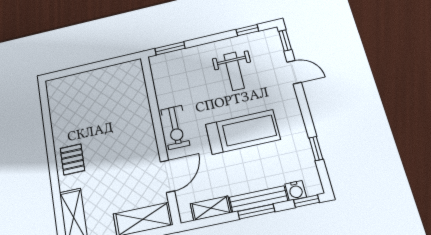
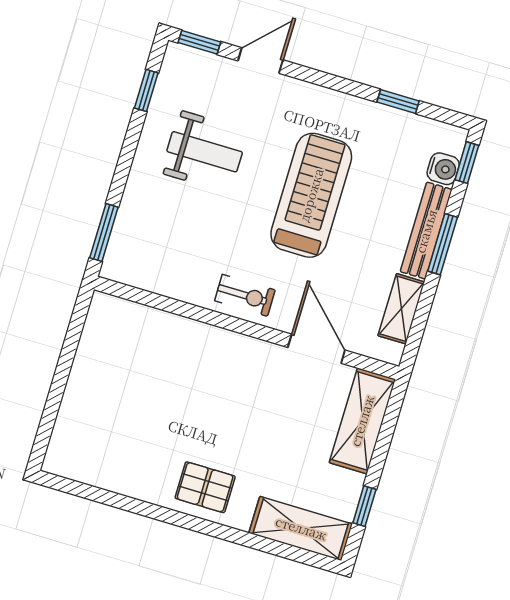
exercise bike: (175, 127) -> (245, 295), width x0.73, depth x0.72

